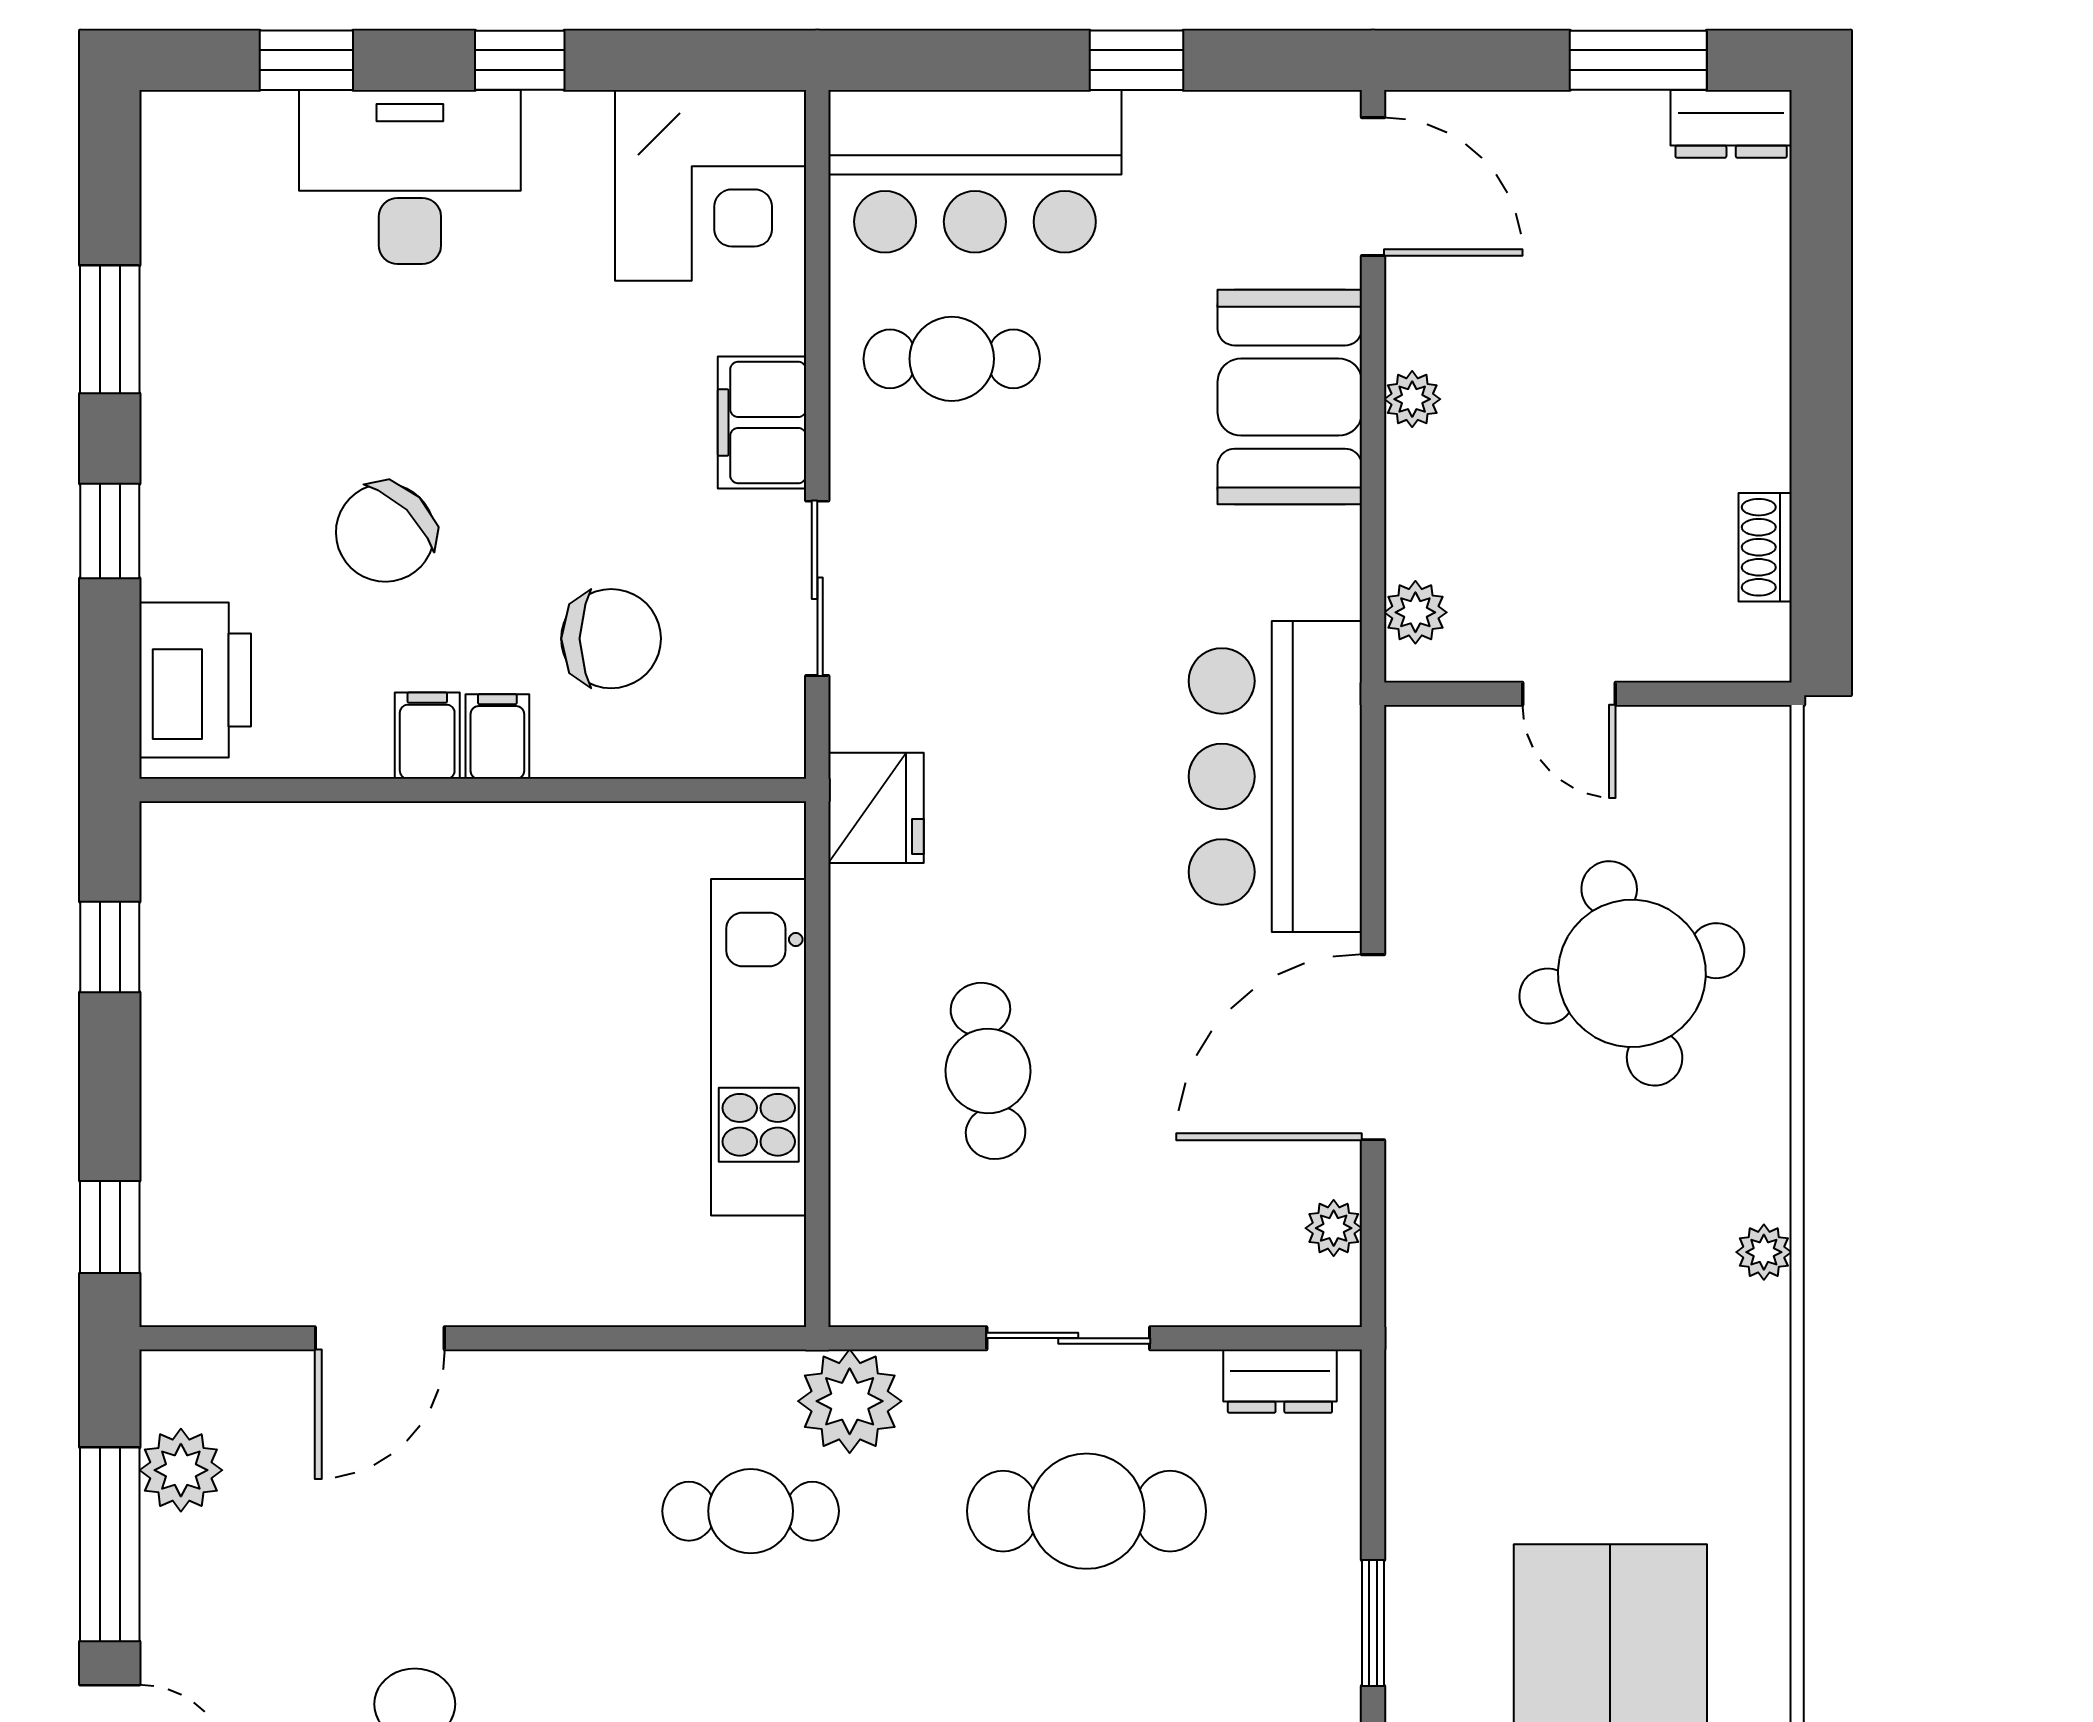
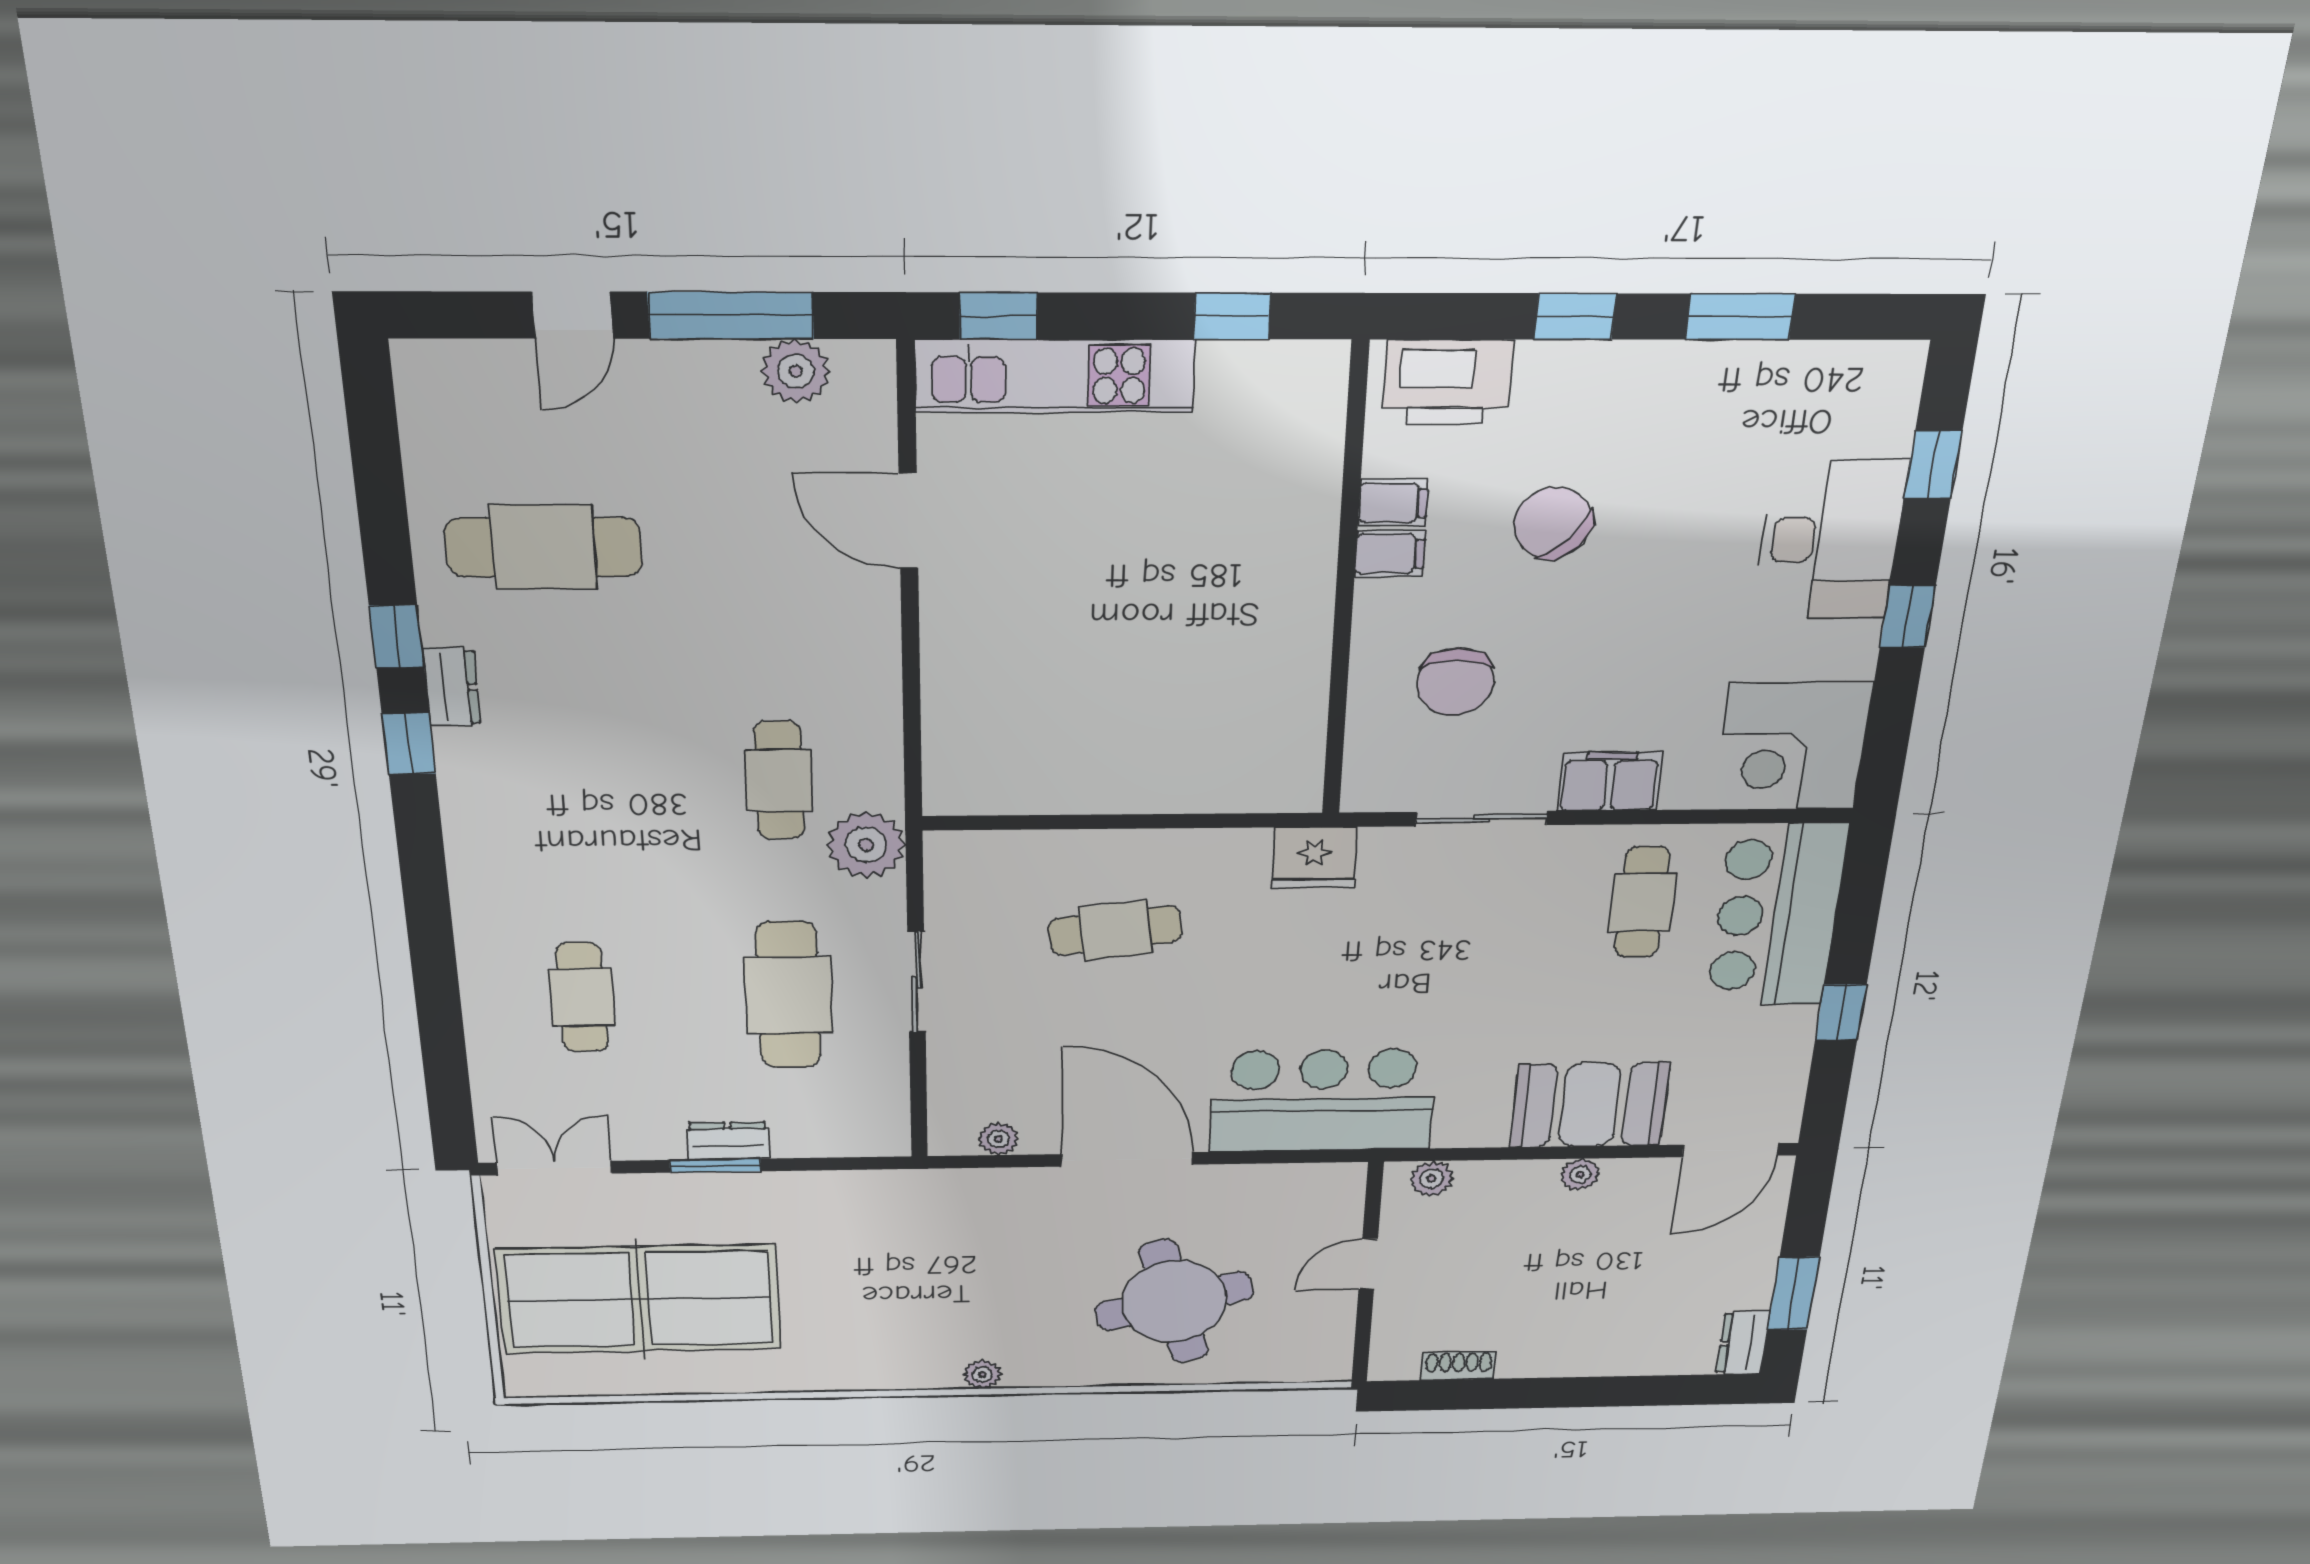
filing cabinet: (497, 737) -> (1393, 503), moved
kitchen unit: (759, 1047) -> (1055, 376), moved, turned 180
dresser: (1280, 1381) -> (728, 1141), moved, turned 90

